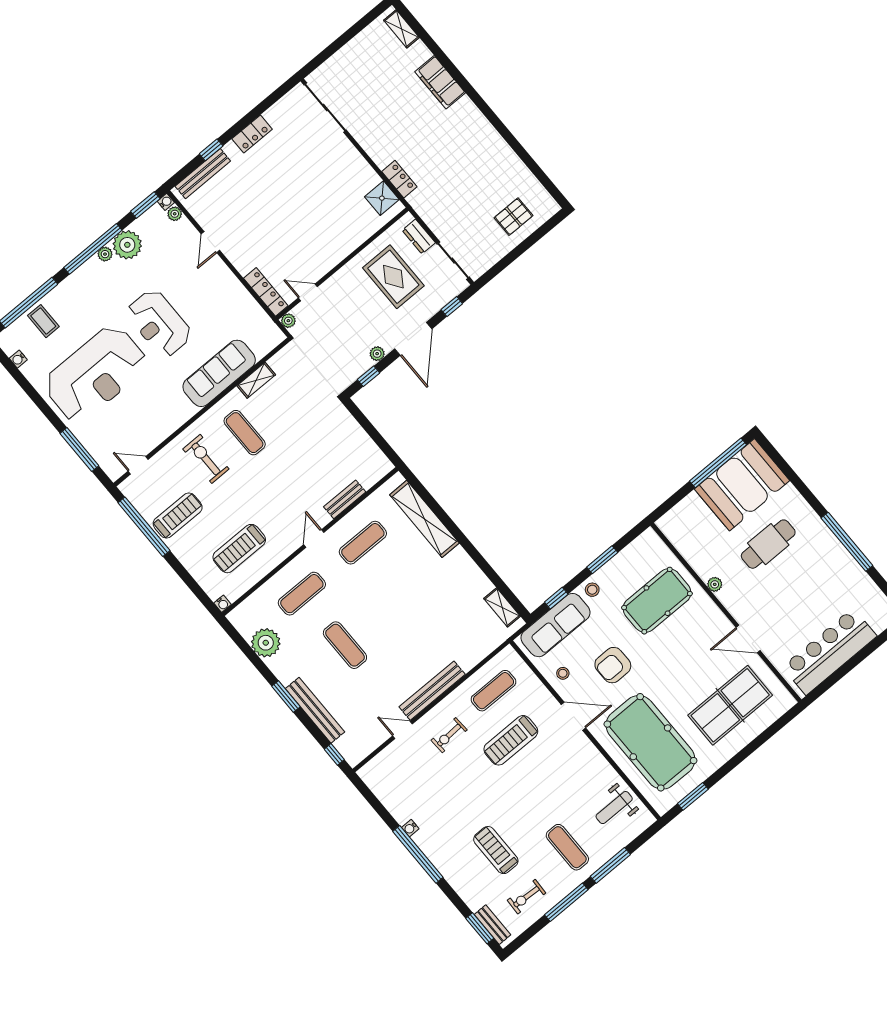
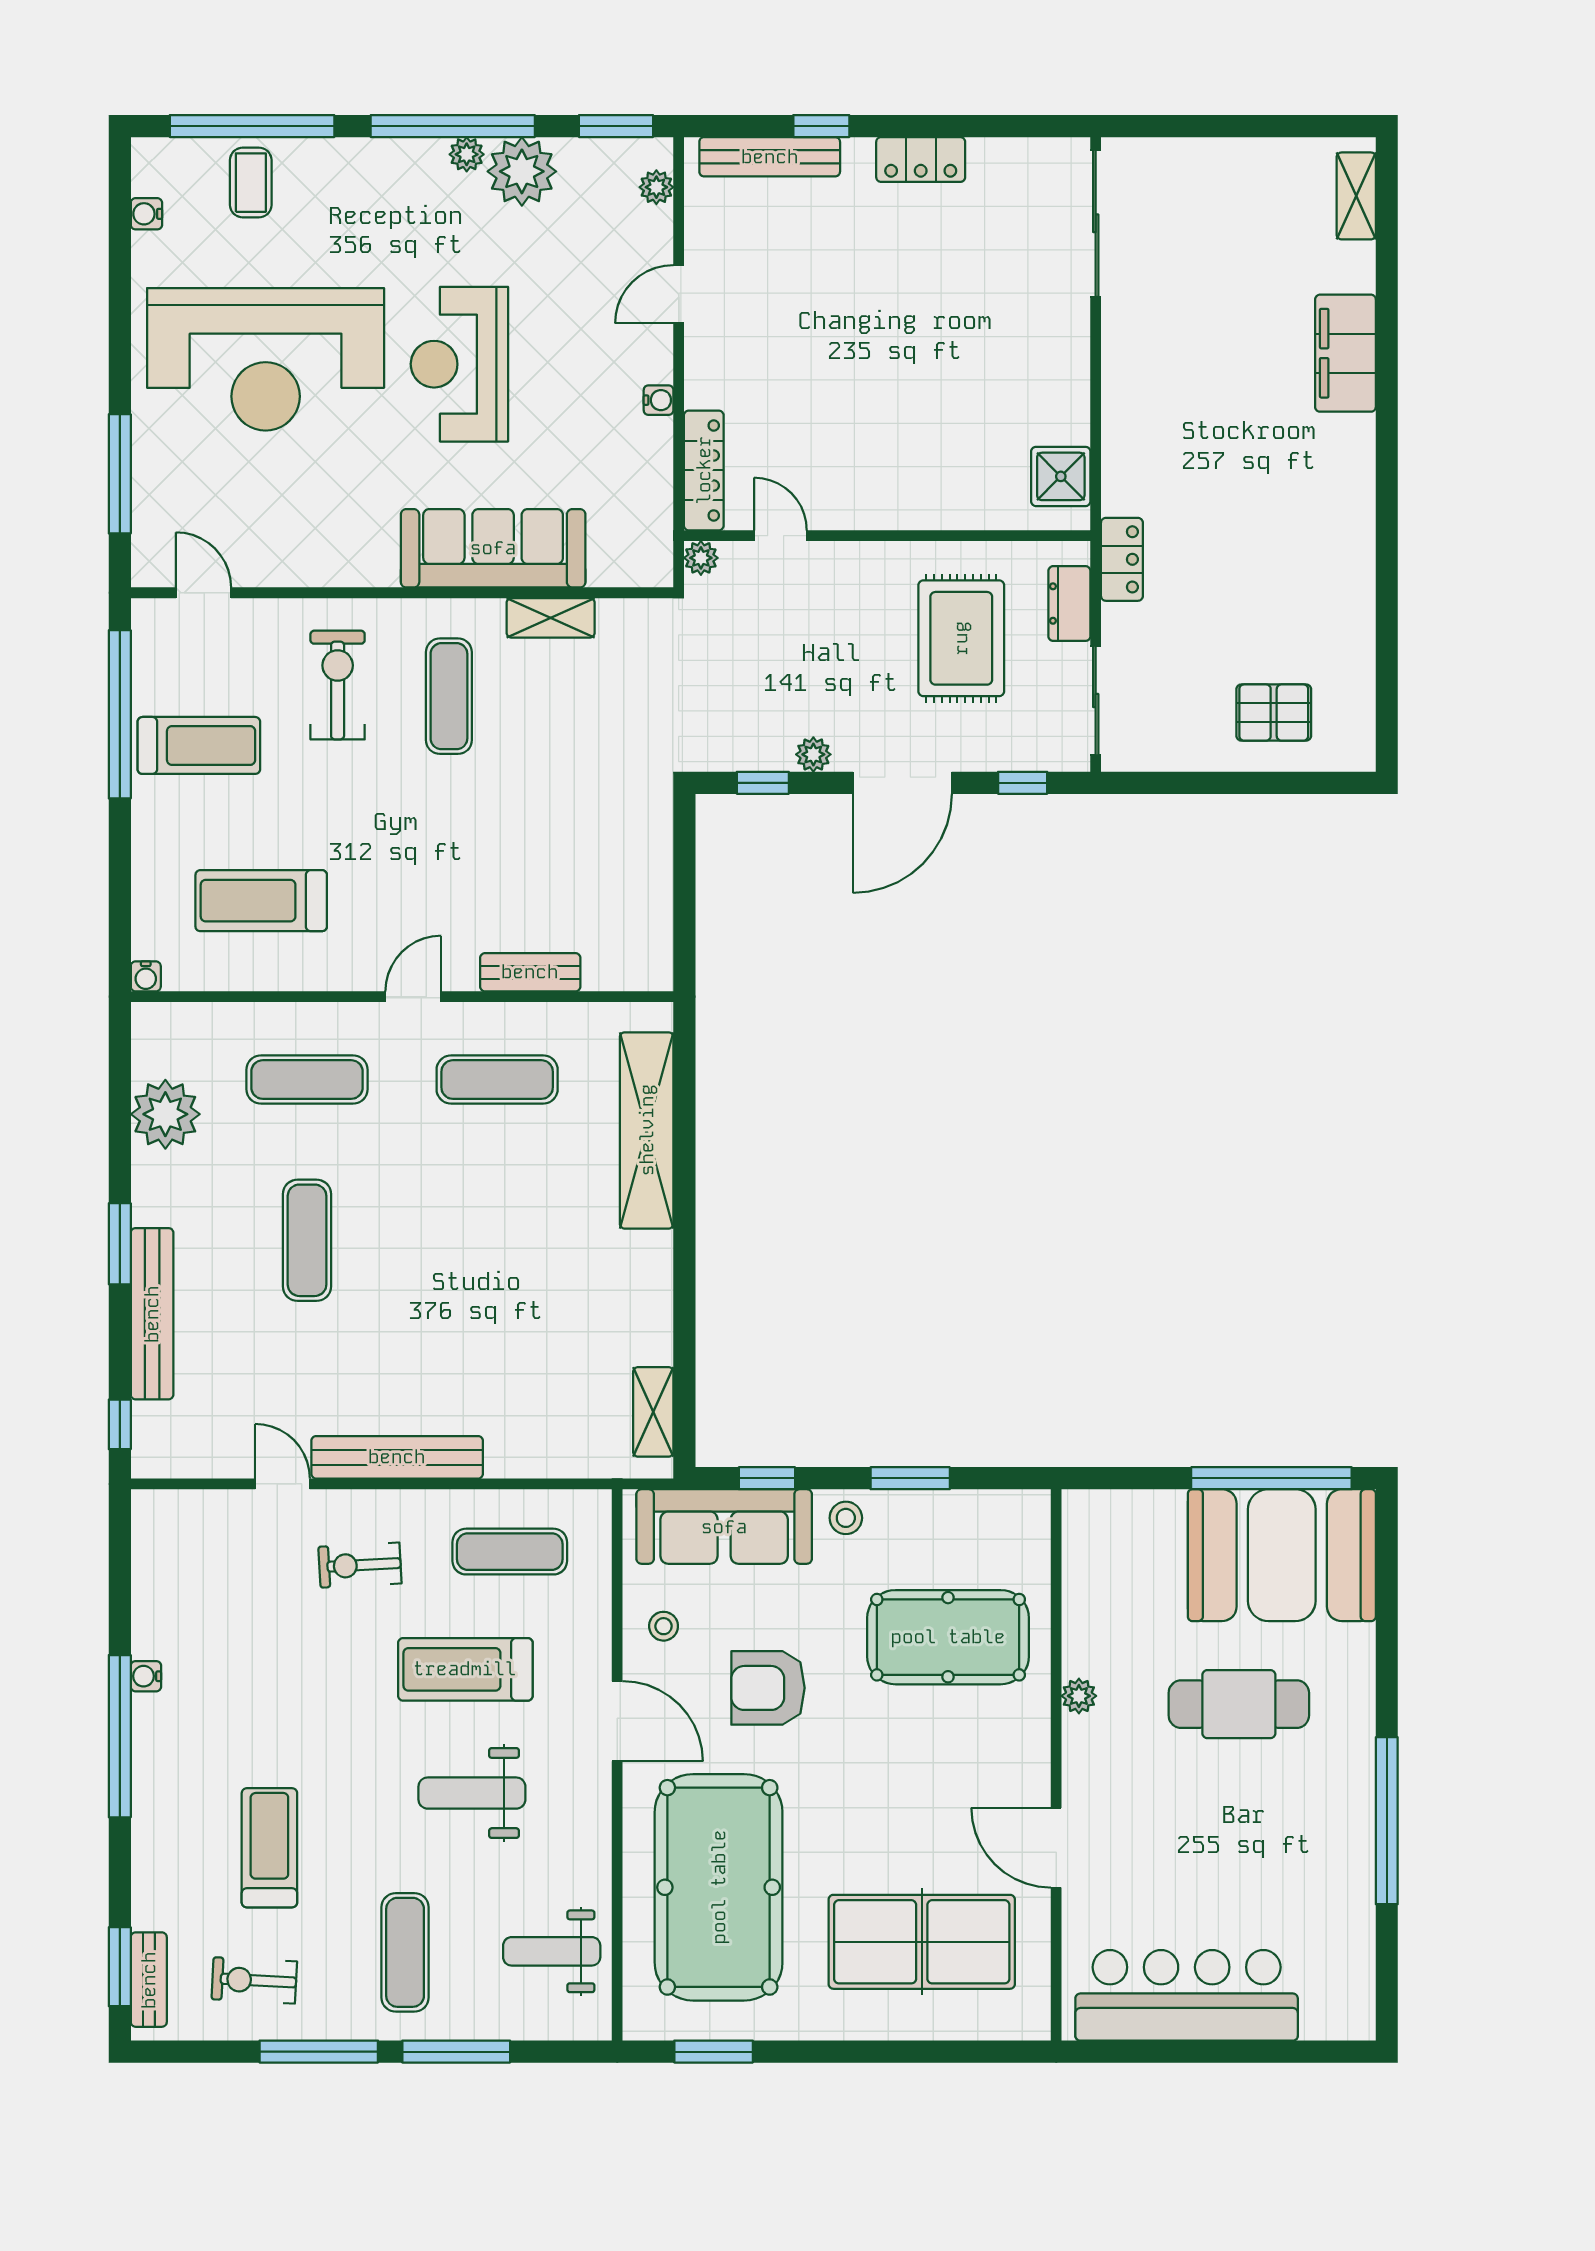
locker: (399, 179) -> (1122, 559), moved
water cooler: (166, 202) -> (659, 400), moved
weight bench: (546, 778) -> (472, 1793), added

